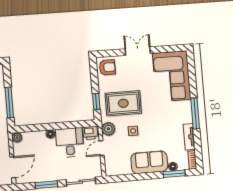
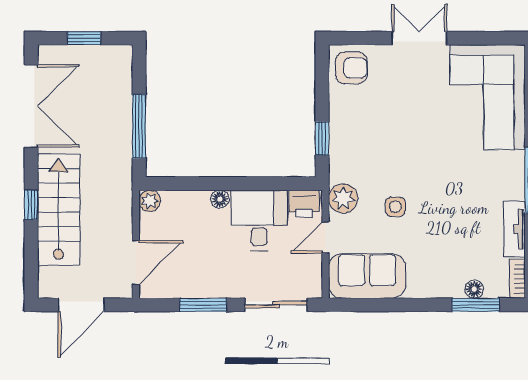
rug: (123, 103) -> (379, 147), removed
sofa: (149, 162) -> (367, 276), moved

